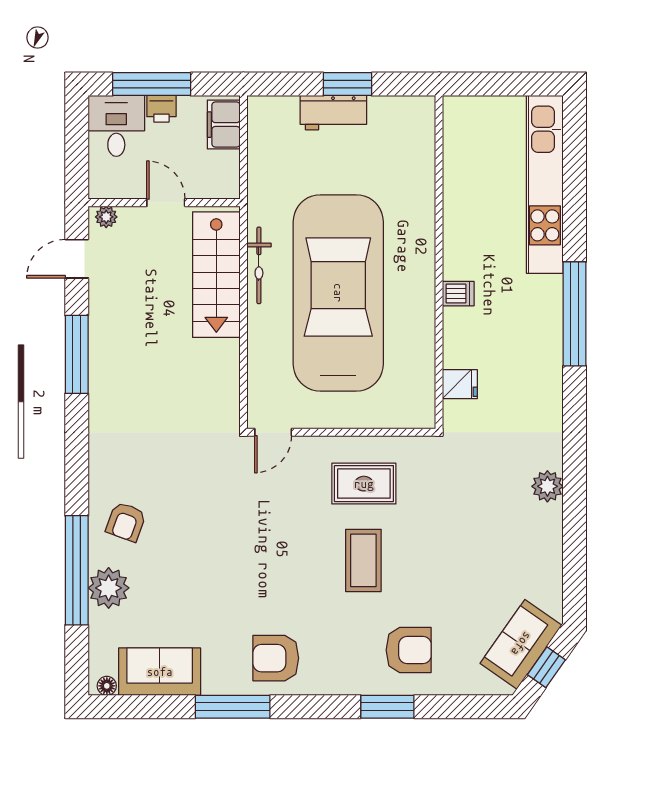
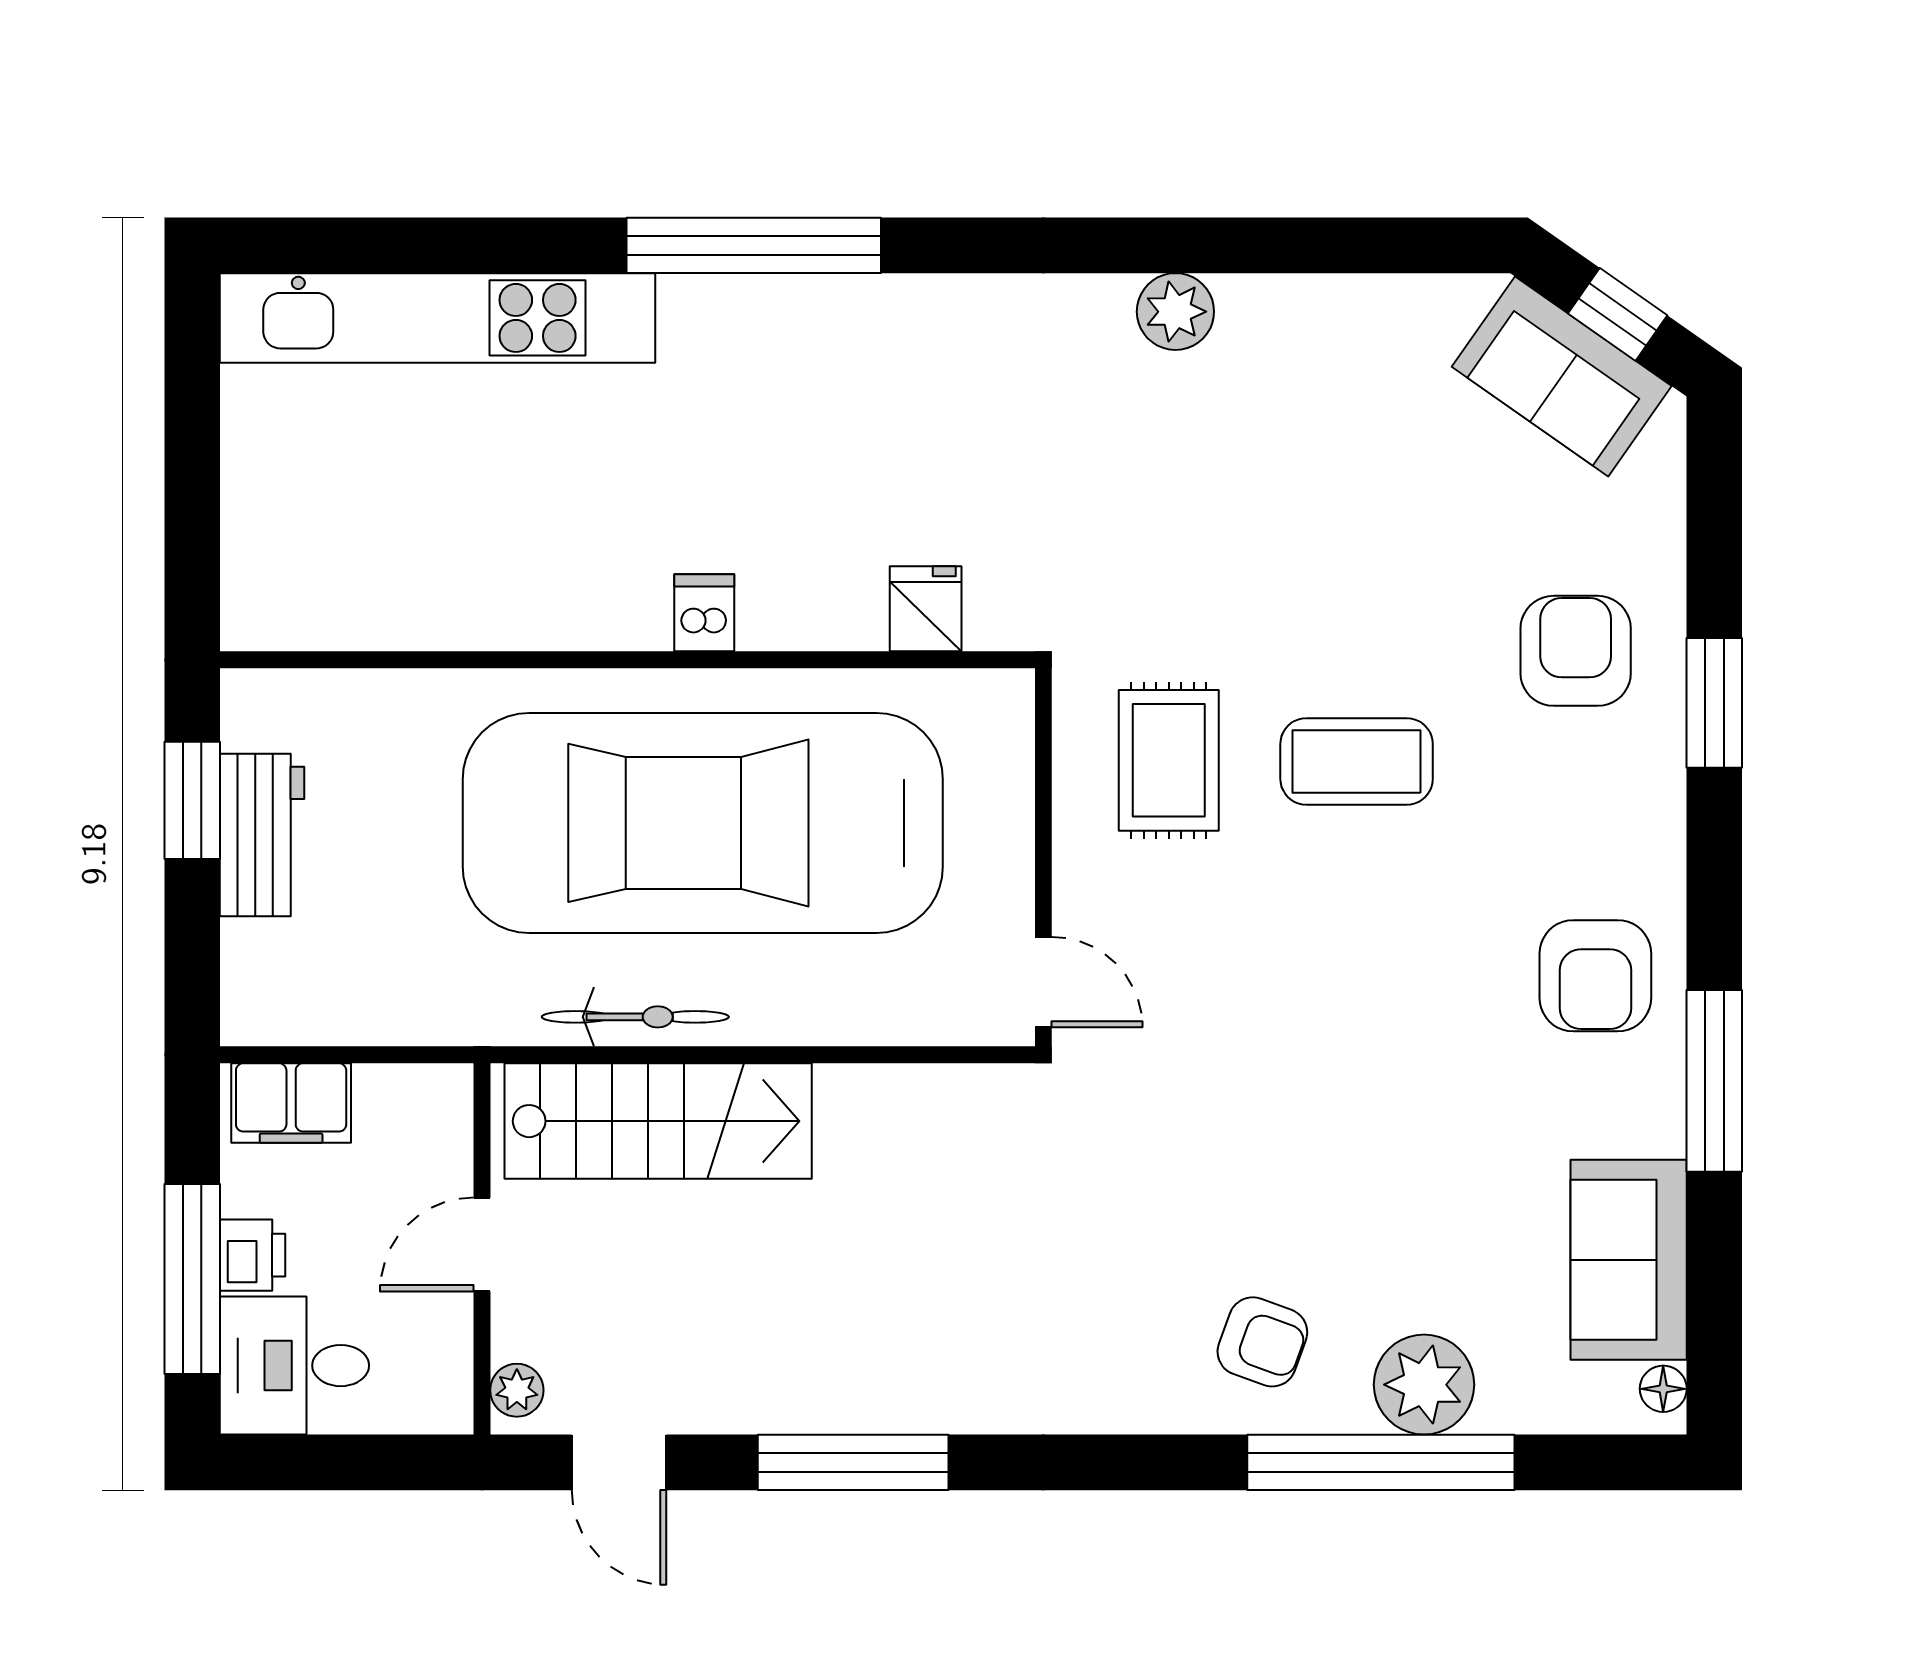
wall: (439, 262) -> (628, 660), moved
dishwasher: (458, 294) -> (704, 613), moved
fridge: (460, 384) -> (926, 609), moved

